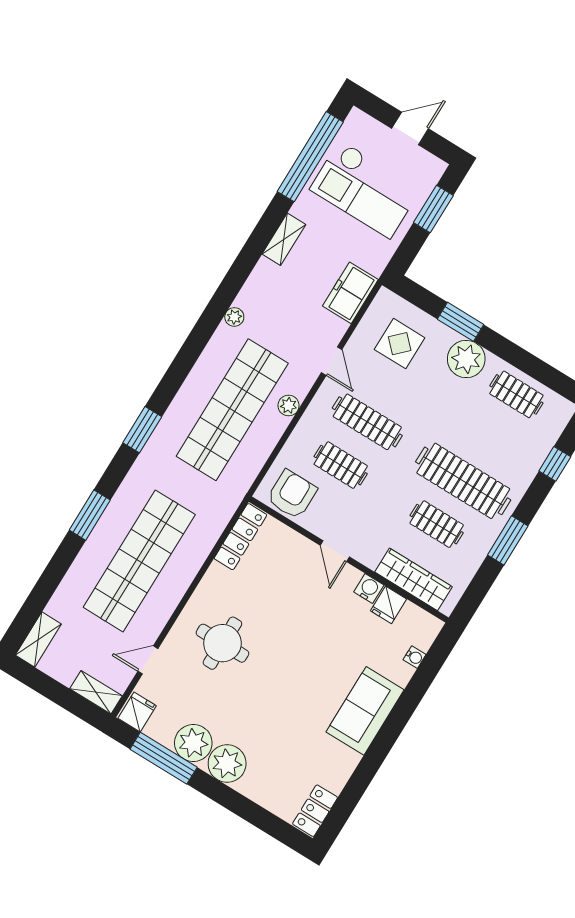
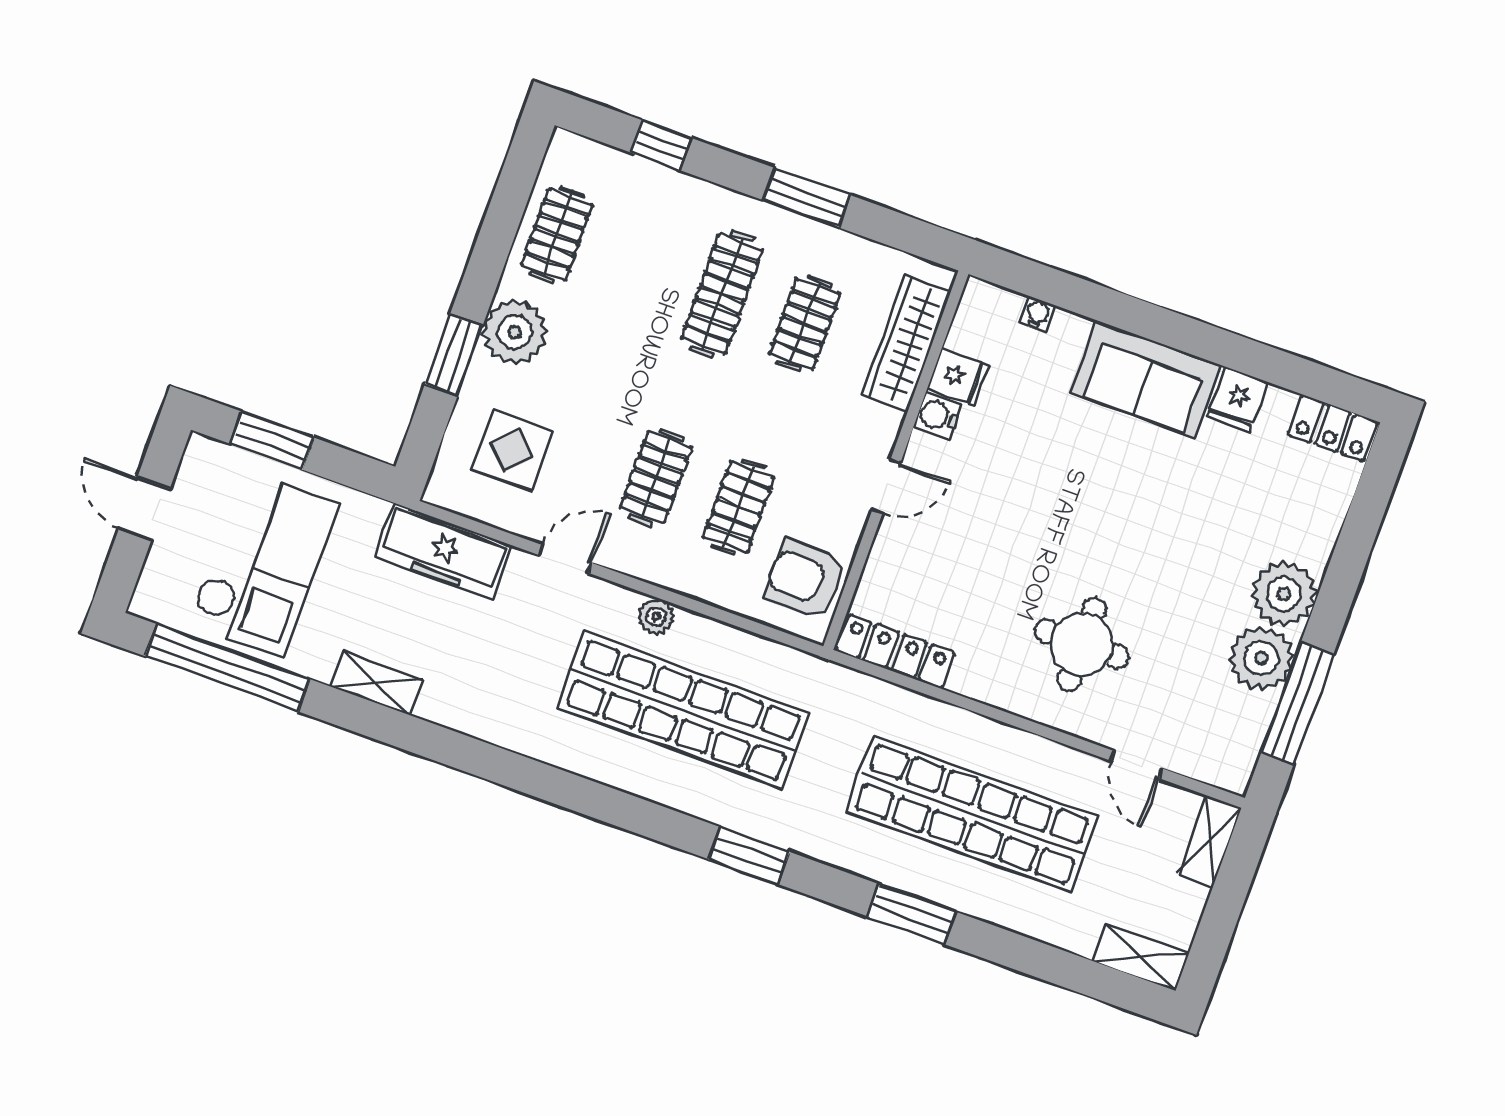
freezer: (350, 293) -> (444, 552), width x1.40
plant: (234, 317) -> (526, 740), removed
clothes rail: (367, 422) -> (656, 477), width x0.73
clothes rail: (463, 481) -> (722, 294), width x0.73, depth x0.76
fridge: (137, 712) -> (1237, 399), moved, turned -90

